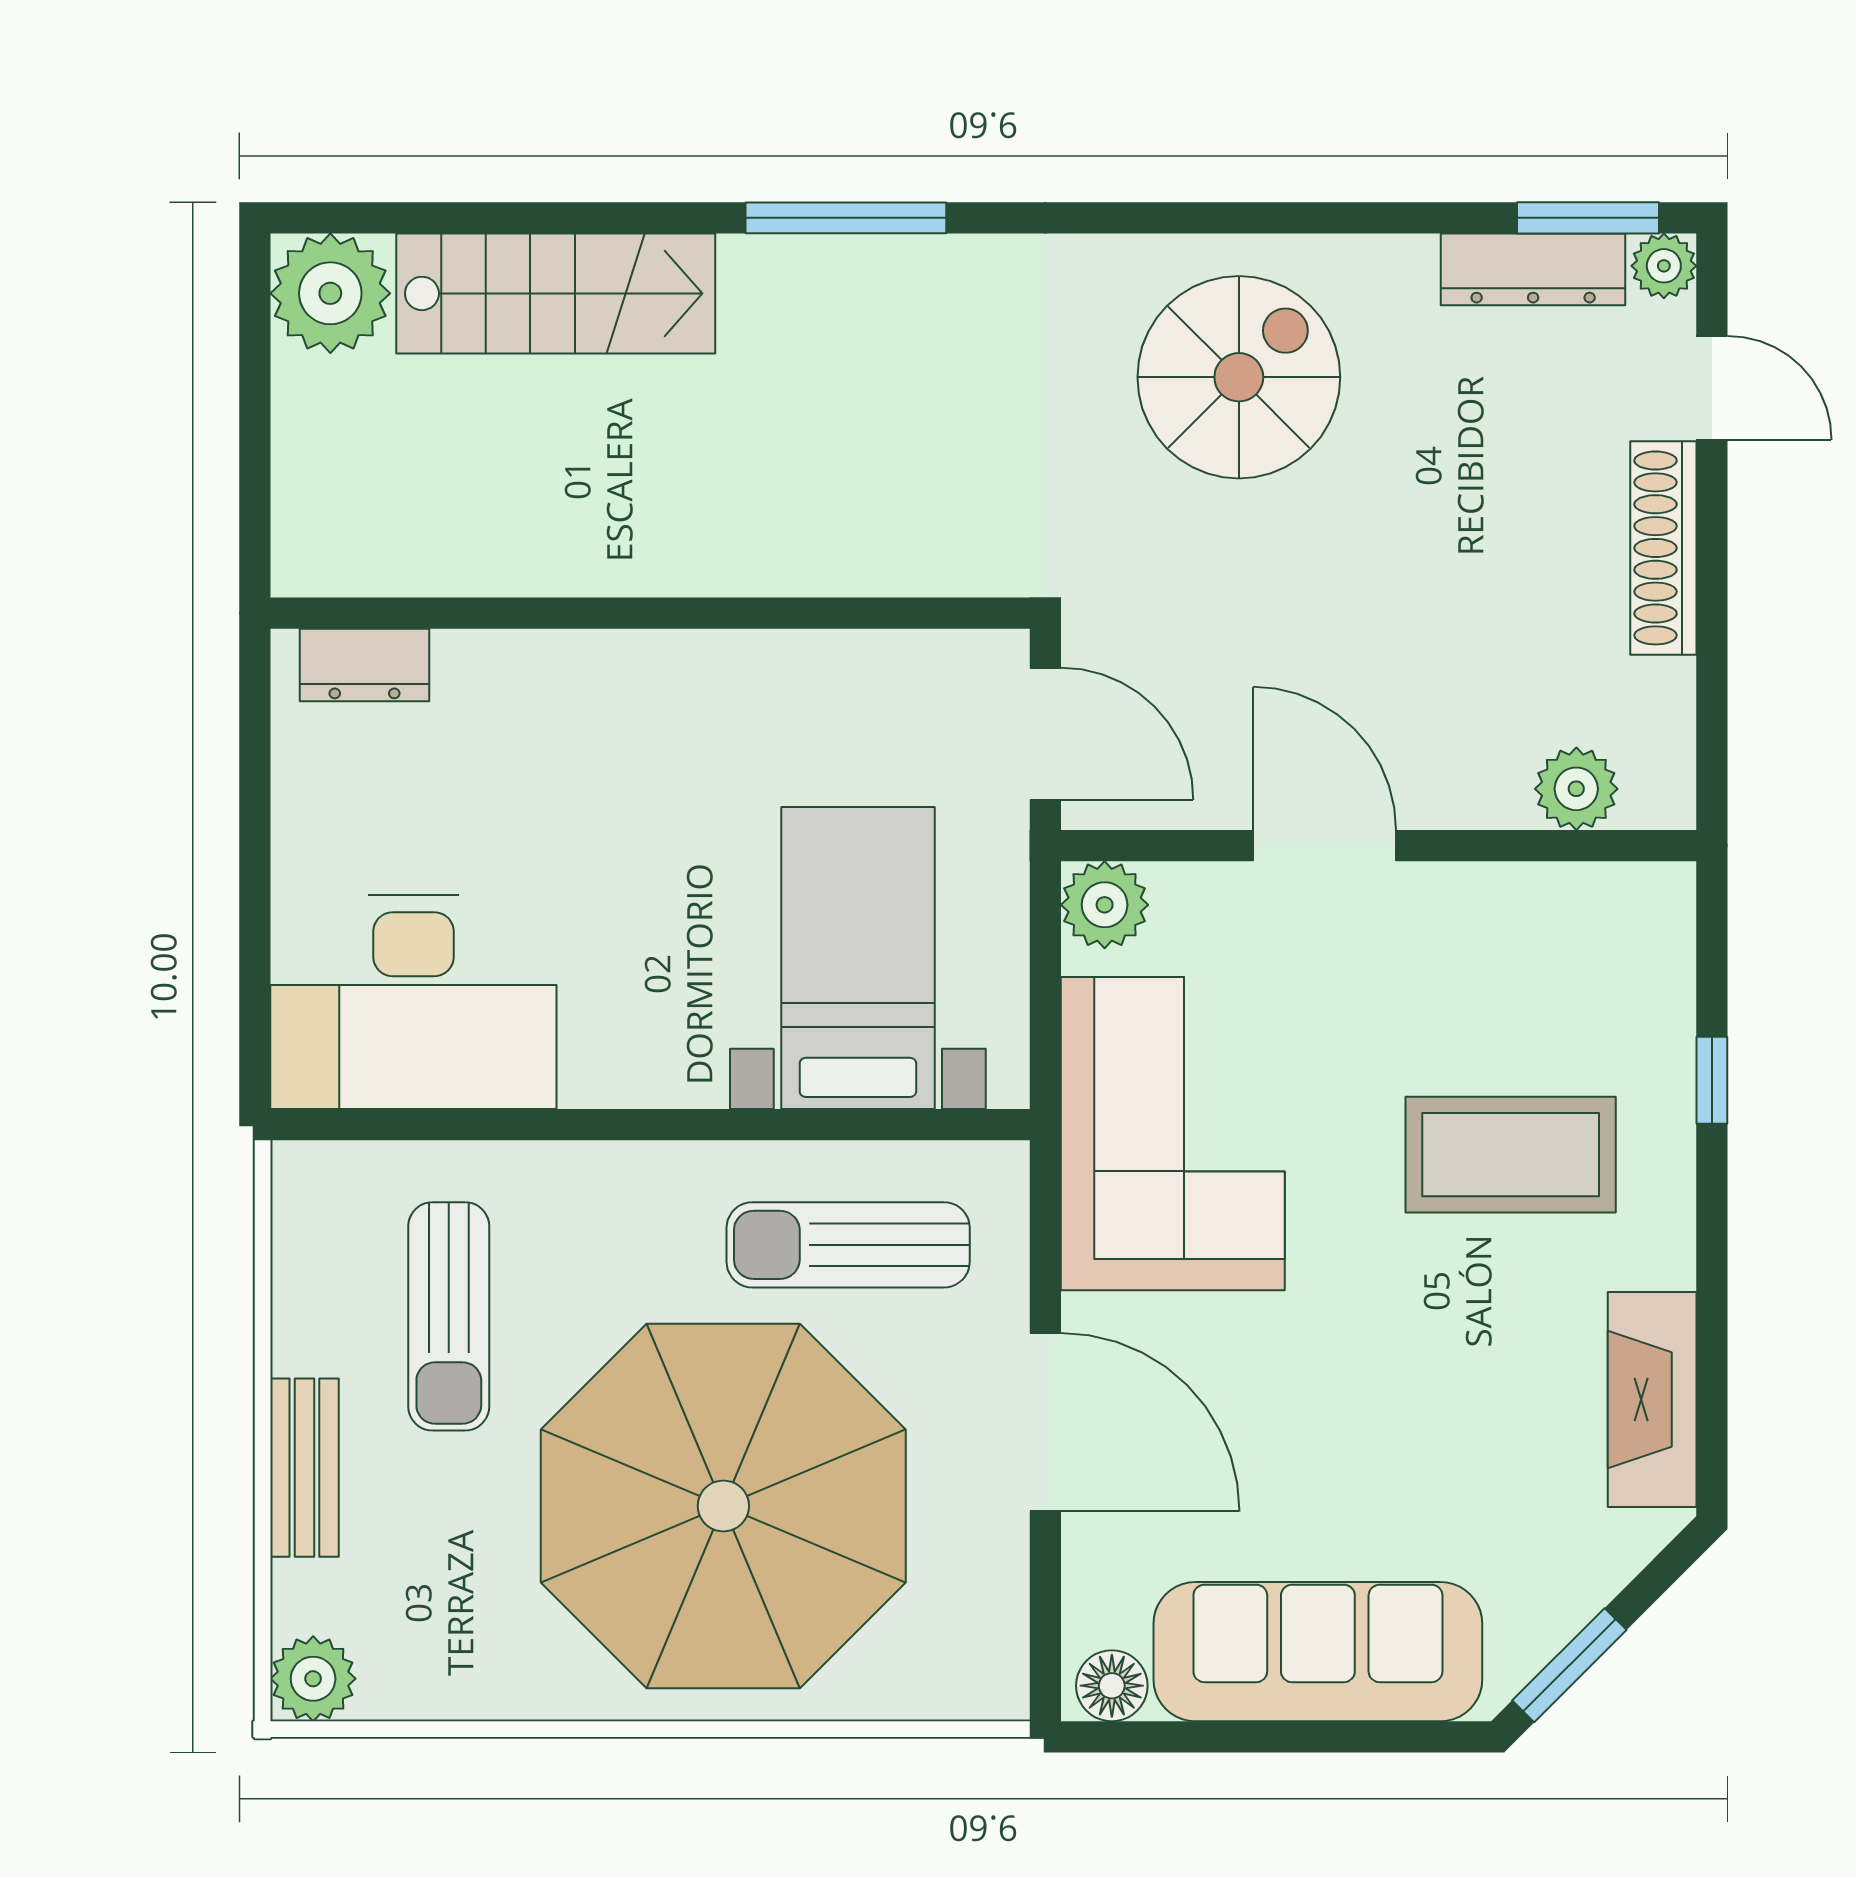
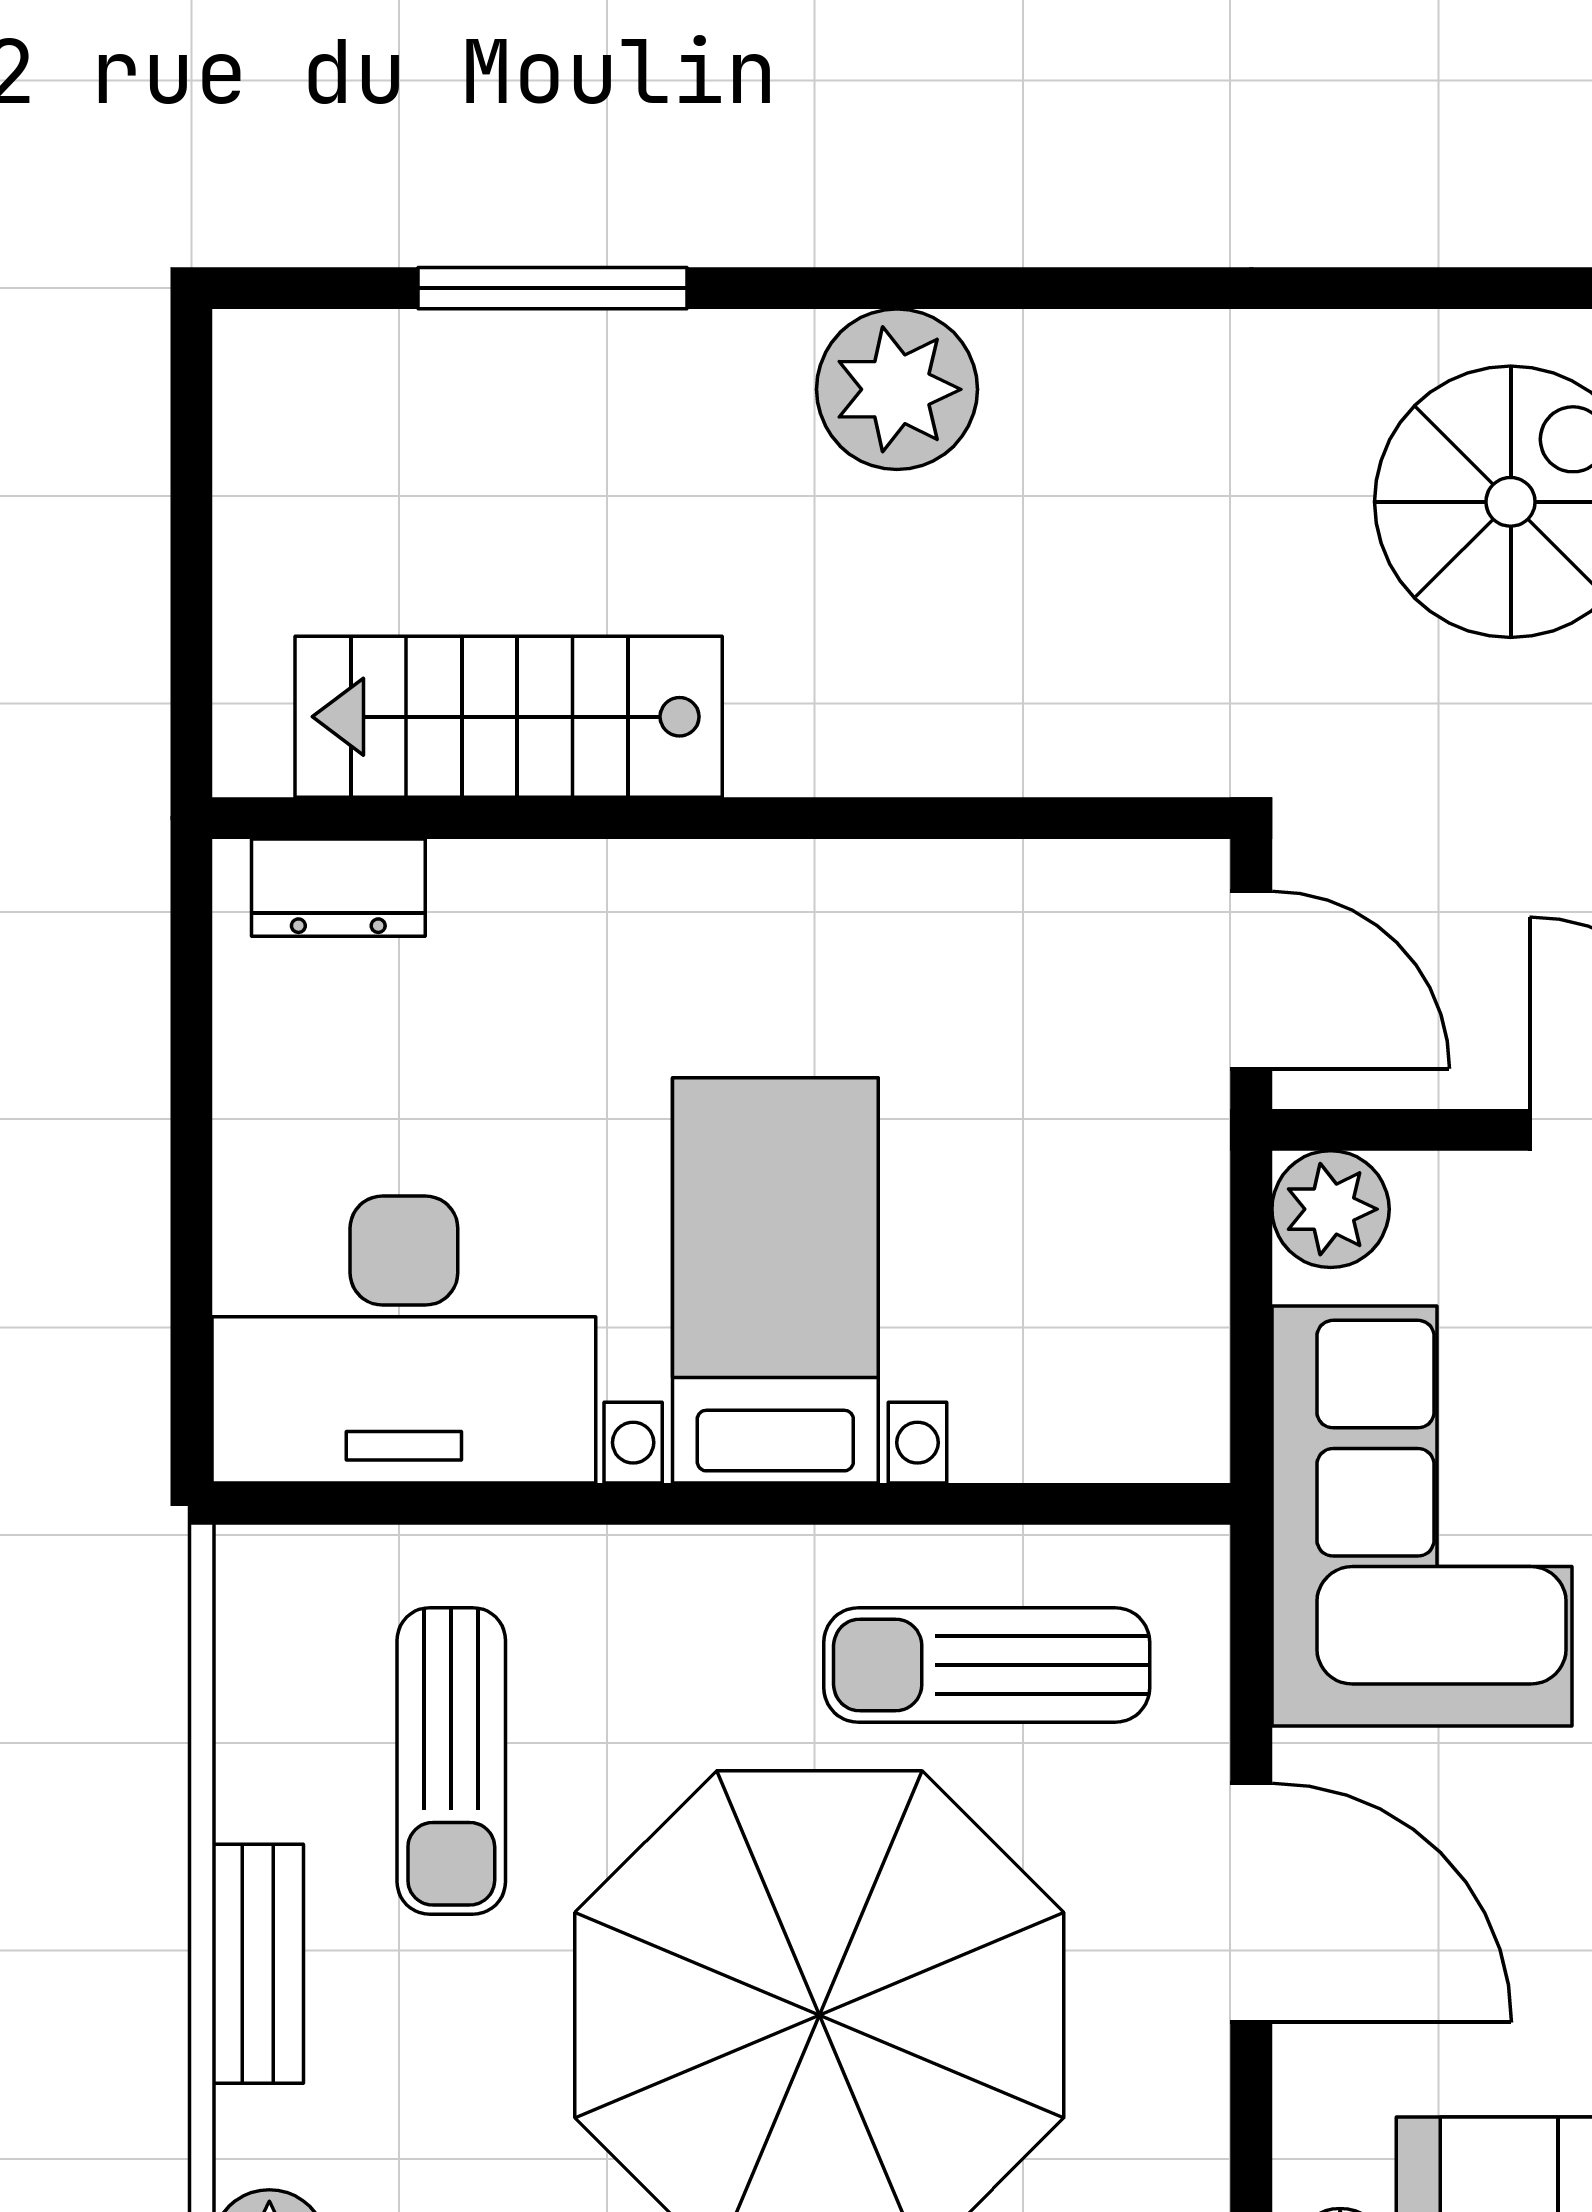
window: (846, 218) -> (553, 288), moved
plant: (330, 293) -> (897, 389), moved
stairs: (556, 293) -> (509, 717), moved, turned 180
bed with nightstands: (858, 958) -> (775, 1280), moved

